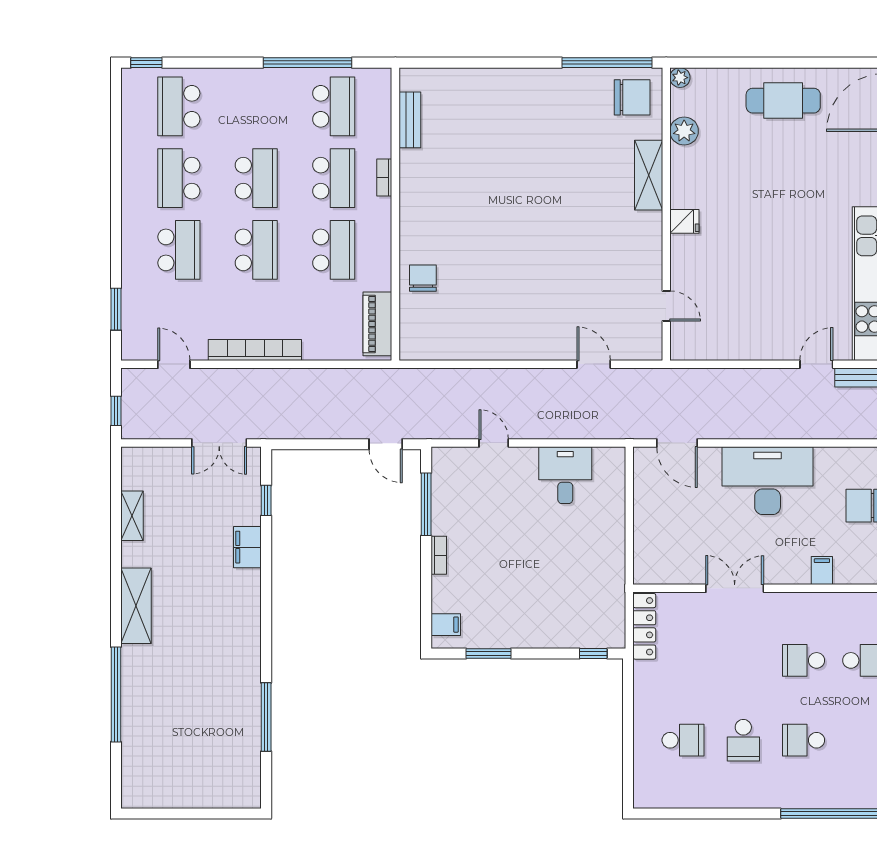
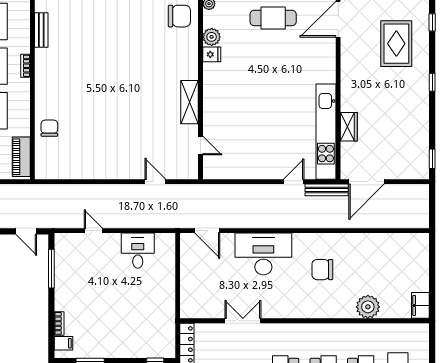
shelving: (649, 175) -> (190, 102), moved
fridge: (684, 221) -> (212, 54), moved
bookcase: (439, 555) -> (59, 323), moved
filing cabinet: (822, 571) -> (297, 310), removed

